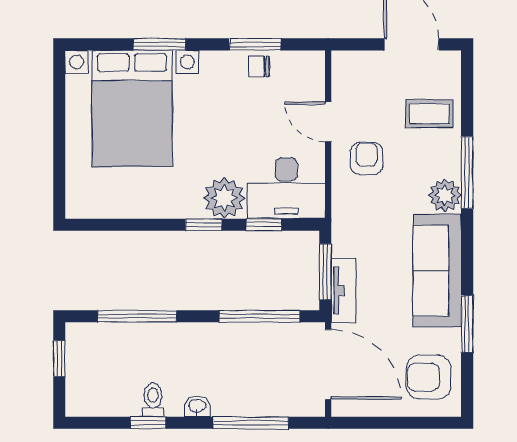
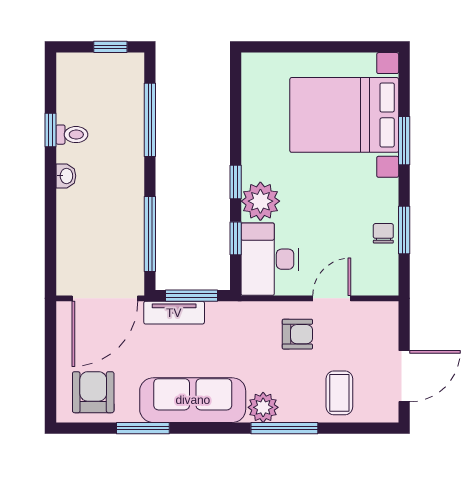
window: (251, 423) -> (51, 226), removed

